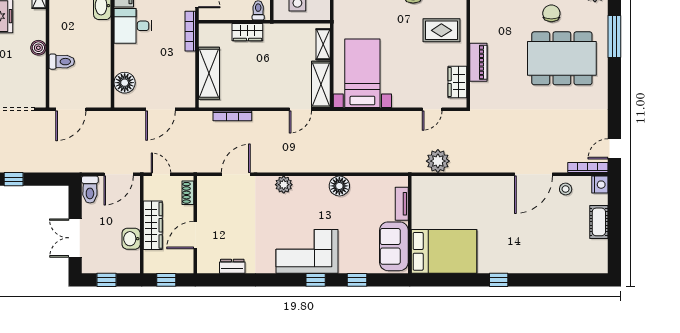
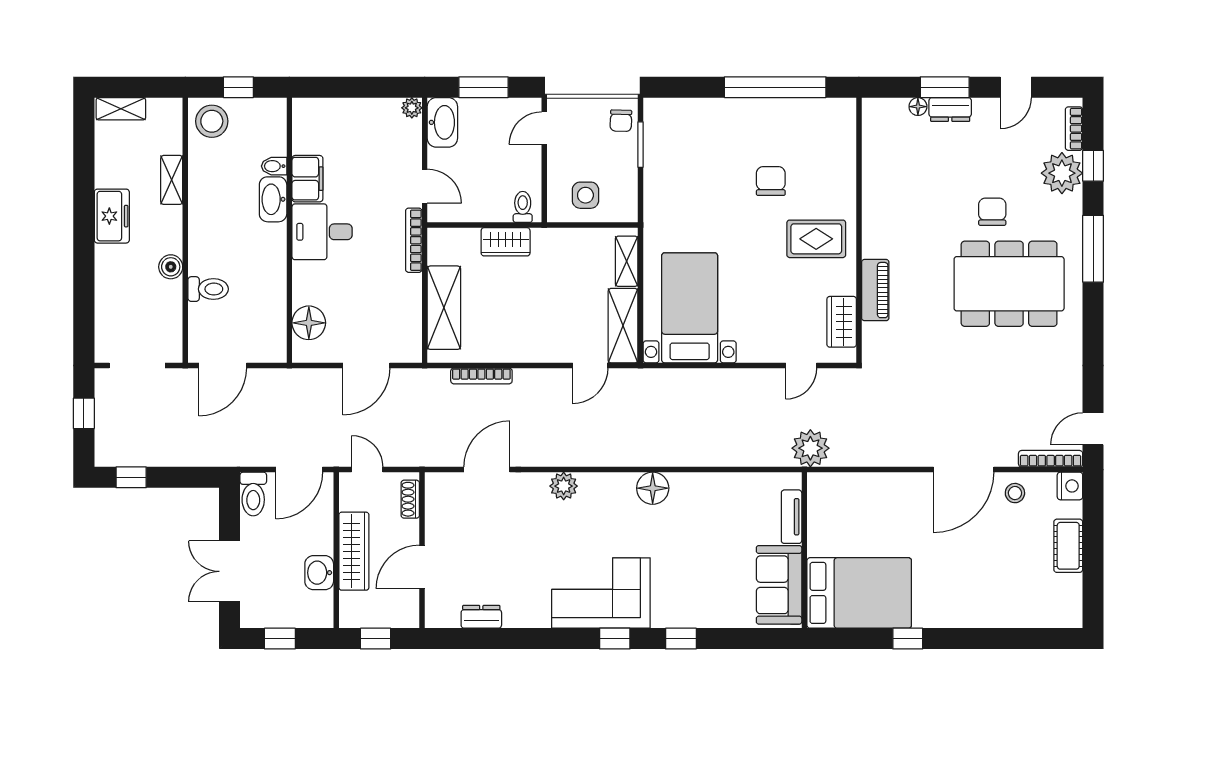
tv unit: (402, 204) -> (792, 517), moved
wall: (410, 225) -> (804, 550), moved
sofa: (394, 246) -> (779, 585), moved
bed: (444, 251) -> (859, 593), moved

